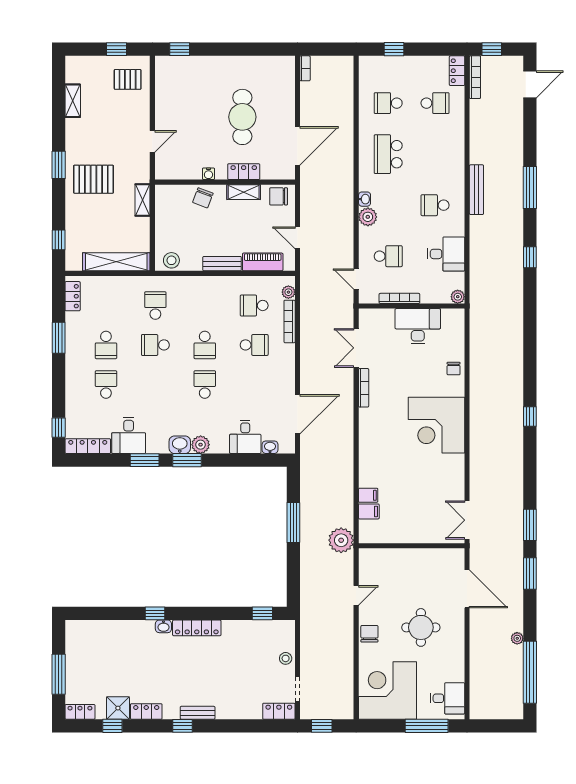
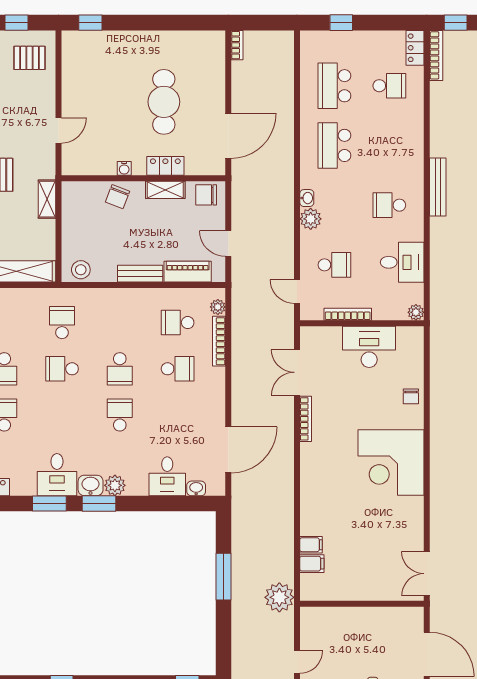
school desk: (388, 103) -> (334, 86), width x1.85
desk: (129, 435) -> (57, 475), moved

